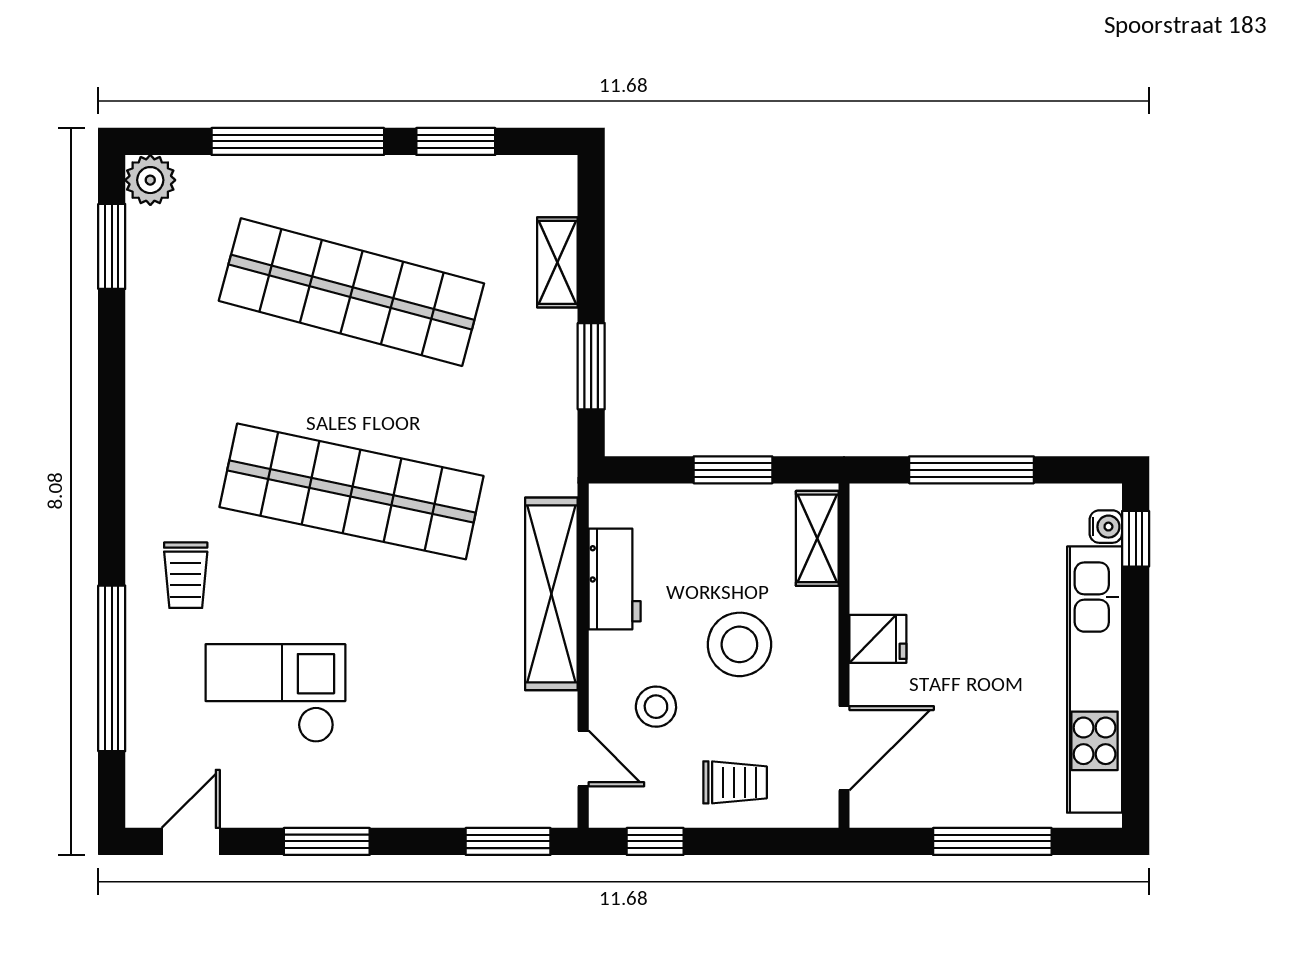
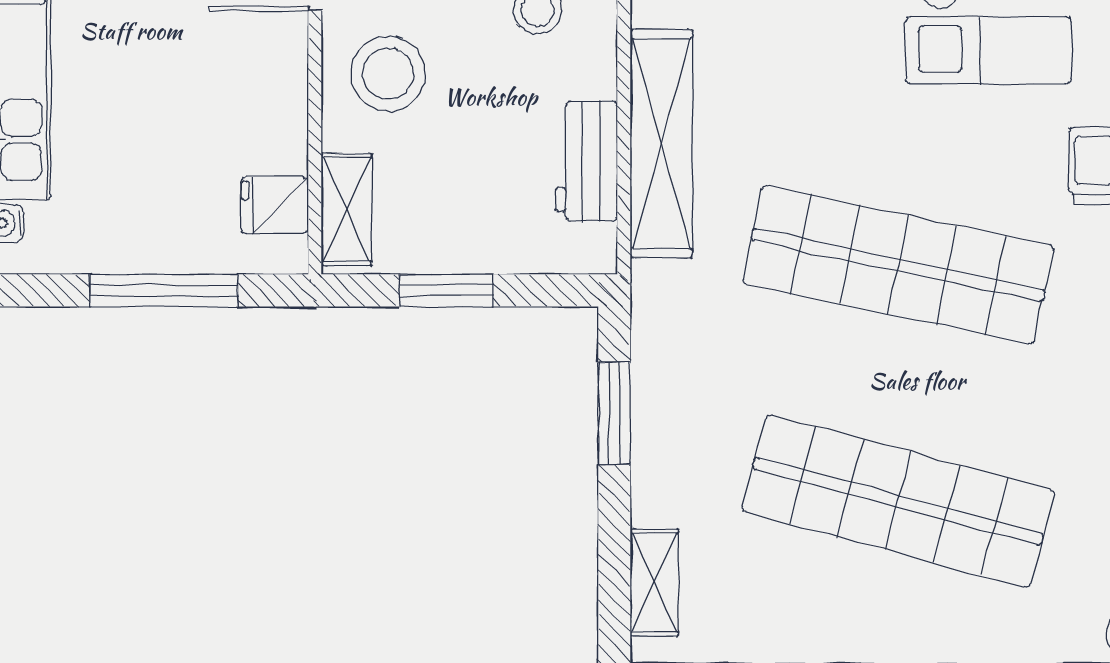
shelving: (557, 262) -> (654, 583), moved
fridge: (878, 639) -> (275, 205), moved
stool: (739, 644) -> (388, 74), moved

